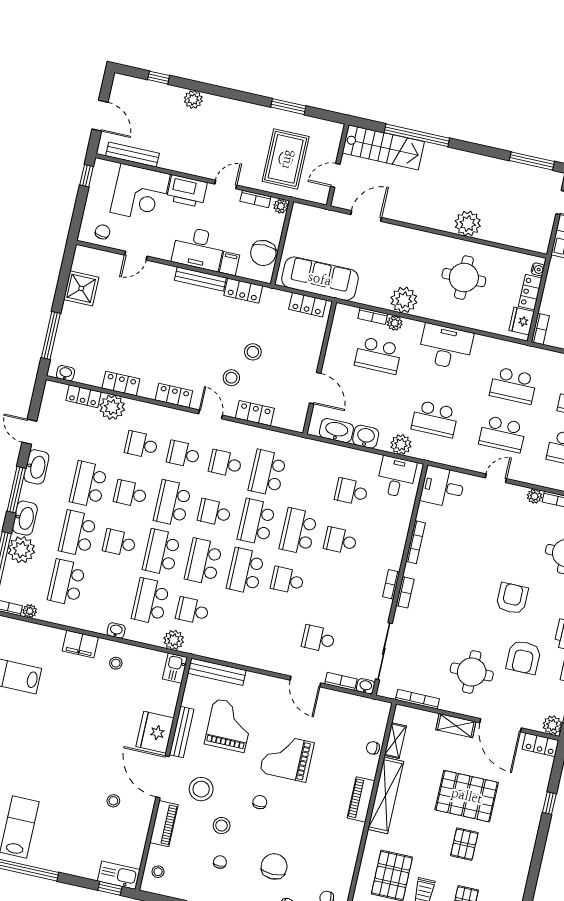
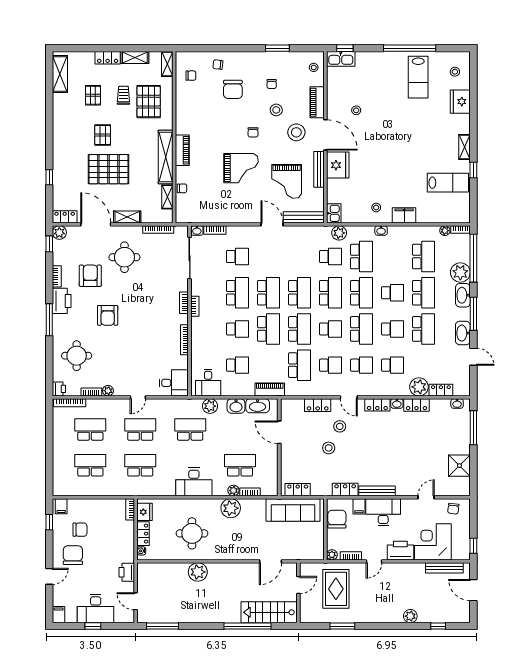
washbasin: (147, 391) -> (397, 404), added
piano: (315, 449) -> (270, 389), added
school desk: (287, 580) -> (268, 293), width x1.85
school desk: (329, 590) -> (237, 293), added
door: (305, 682) -> (272, 224), moved

